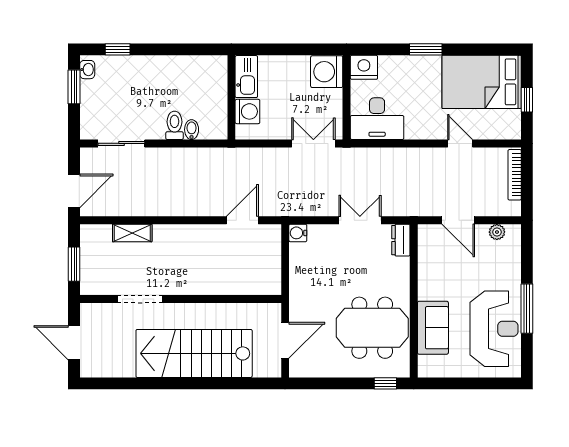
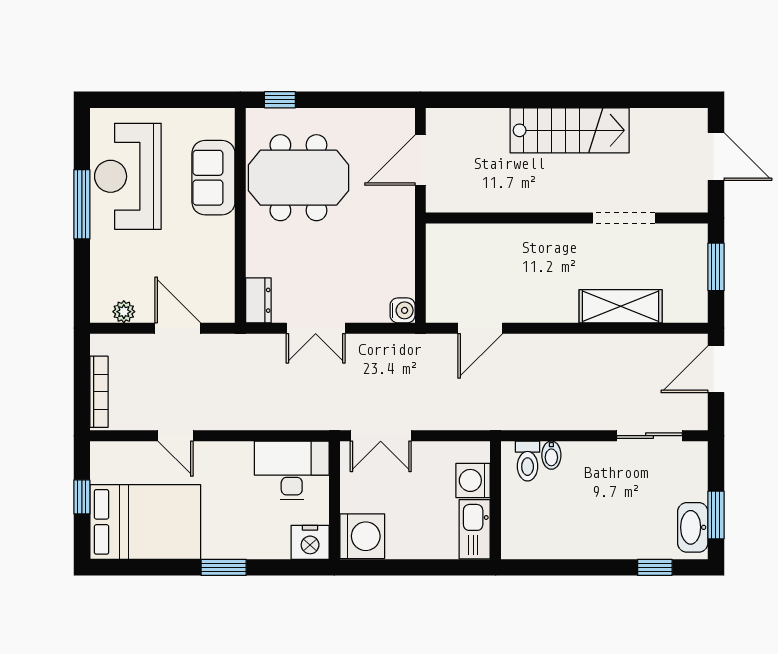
washbasin: (87, 70) -> (693, 527), width x1.91, depth x1.45
toilet: (175, 125) -> (528, 461), moved
shelving: (132, 233) -> (621, 306), width x1.50, depth x1.33
stairs: (194, 353) -> (570, 130), width x0.73, depth x0.66

